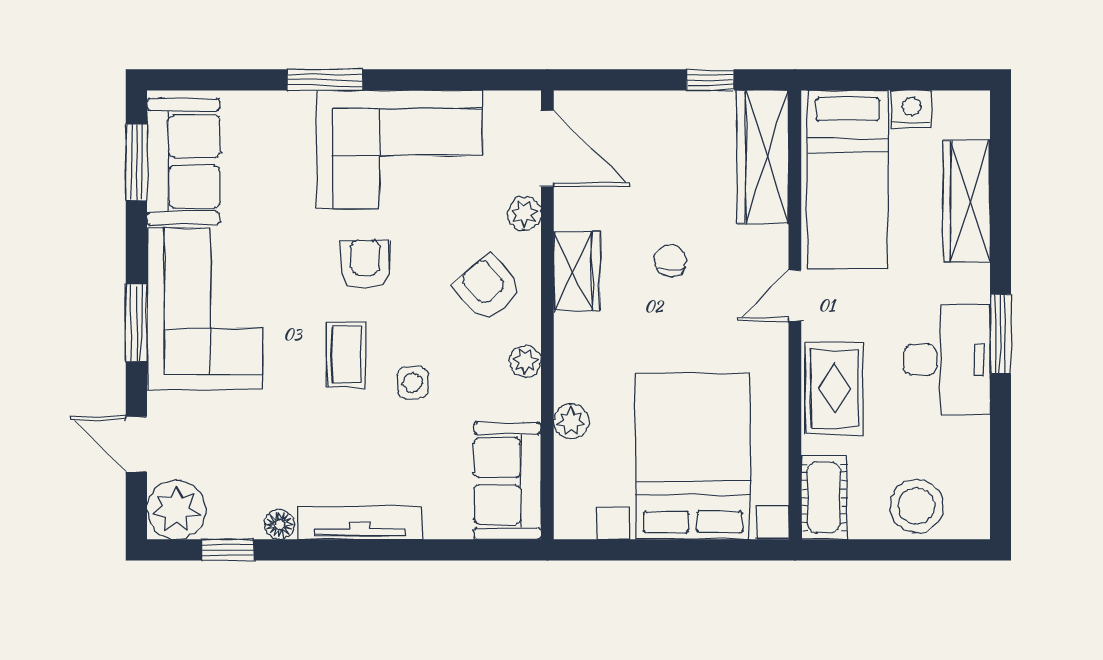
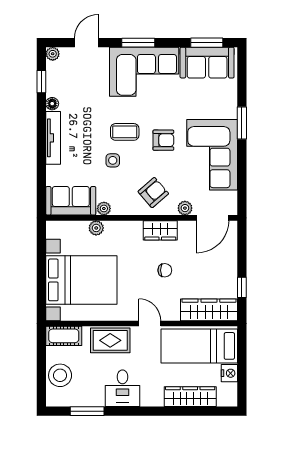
window: (1000, 334) -> (87, 411), moved
desk: (947, 360) -> (122, 388), width x0.73
plant: (525, 361) -> (104, 208), moved
plant: (176, 510) -> (53, 54), width x0.53, depth x0.53

